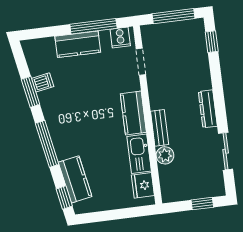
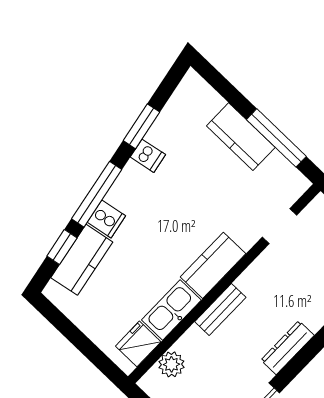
cooker: (120, 38) -> (106, 219), moved, turned -101
dishwasher: (43, 82) -> (148, 156), moved
plant: (165, 155) -> (171, 364), moved
window: (64, 197) -> (62, 247), moved

